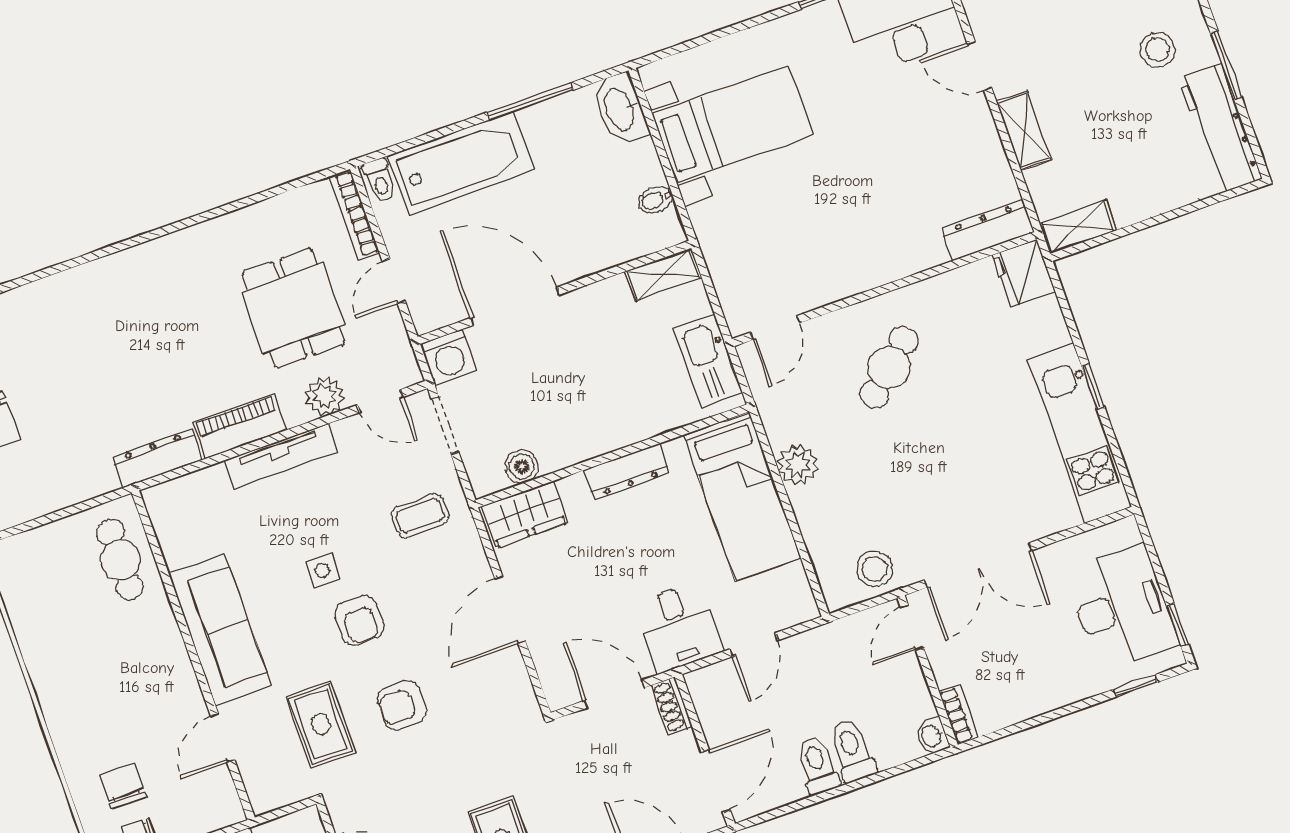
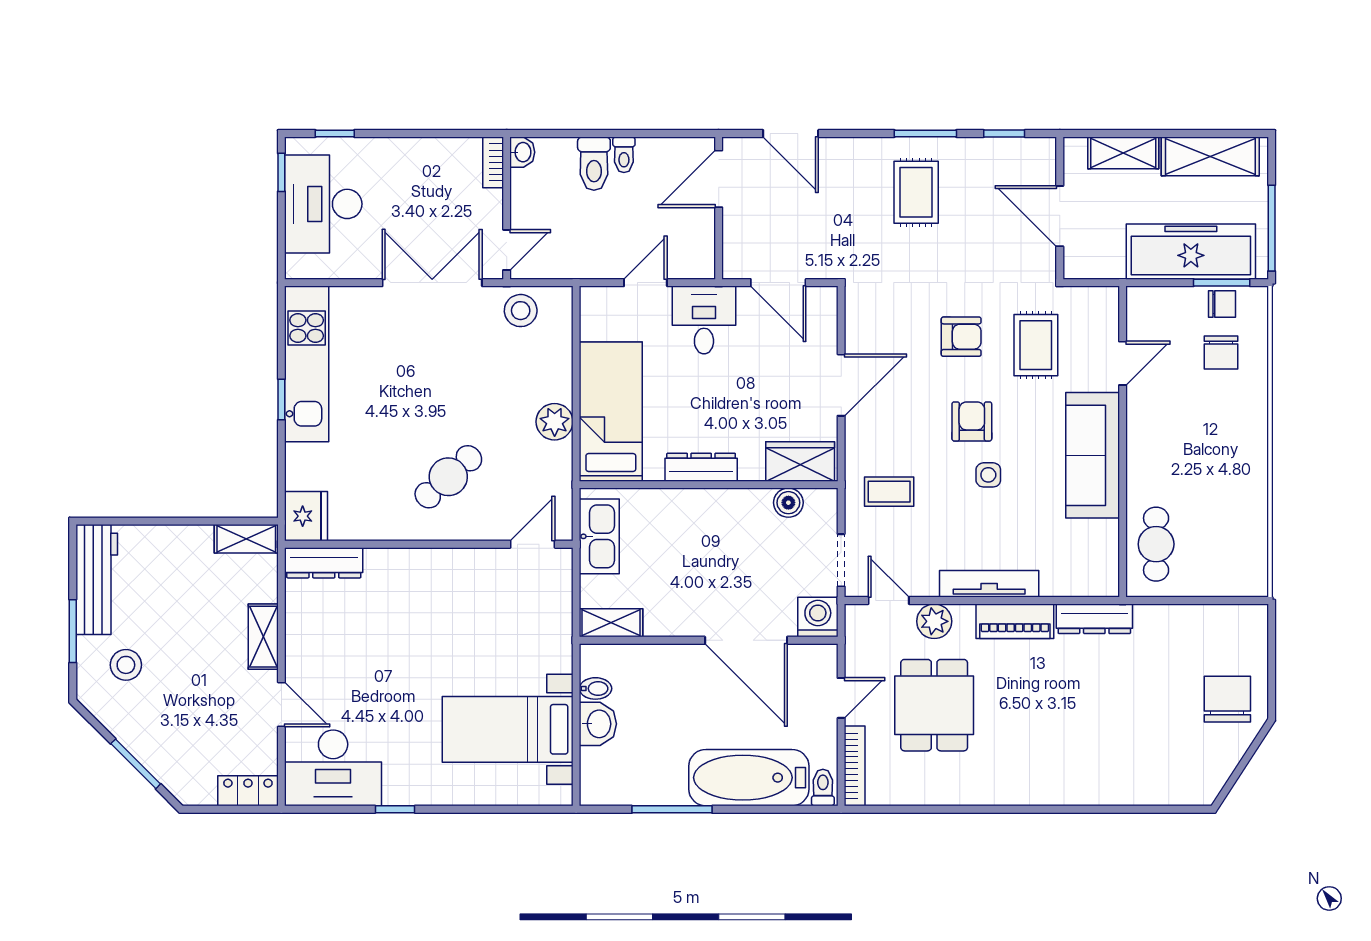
washbasin: (620, 109) -> (598, 724), moved, width x0.72
shoe rack: (672, 706) -> (733, 255), removed
toilet: (817, 765) -> (624, 155), width x0.73, depth x0.72

